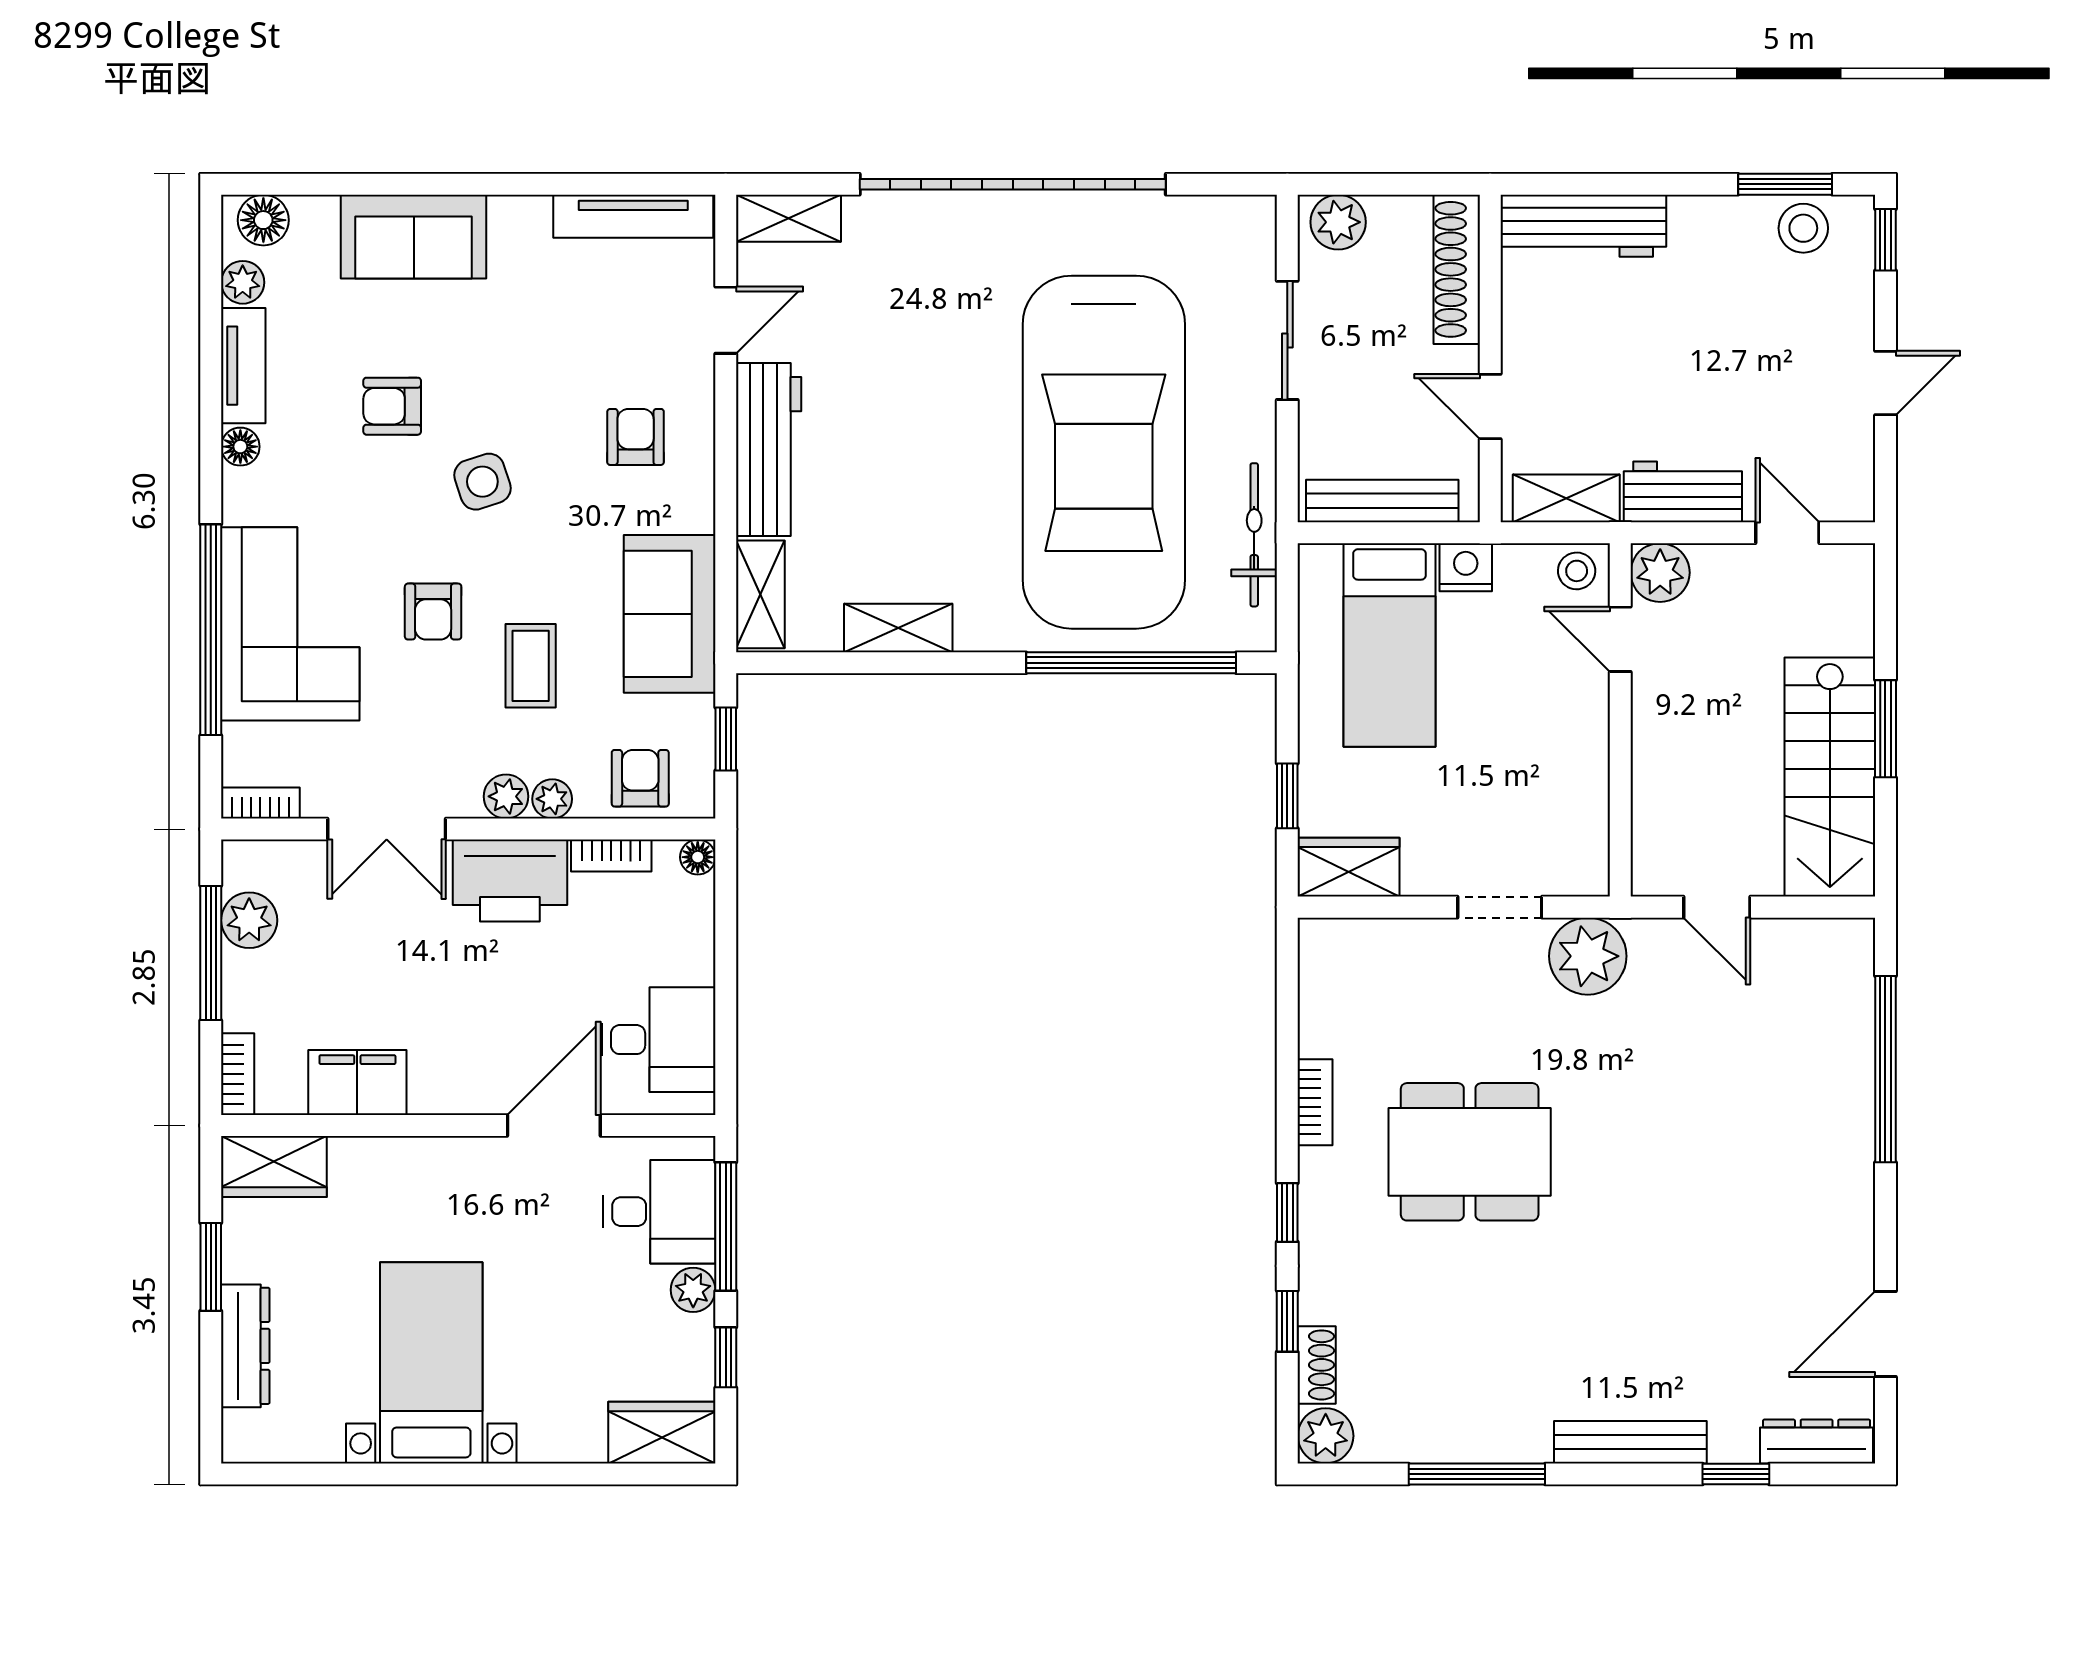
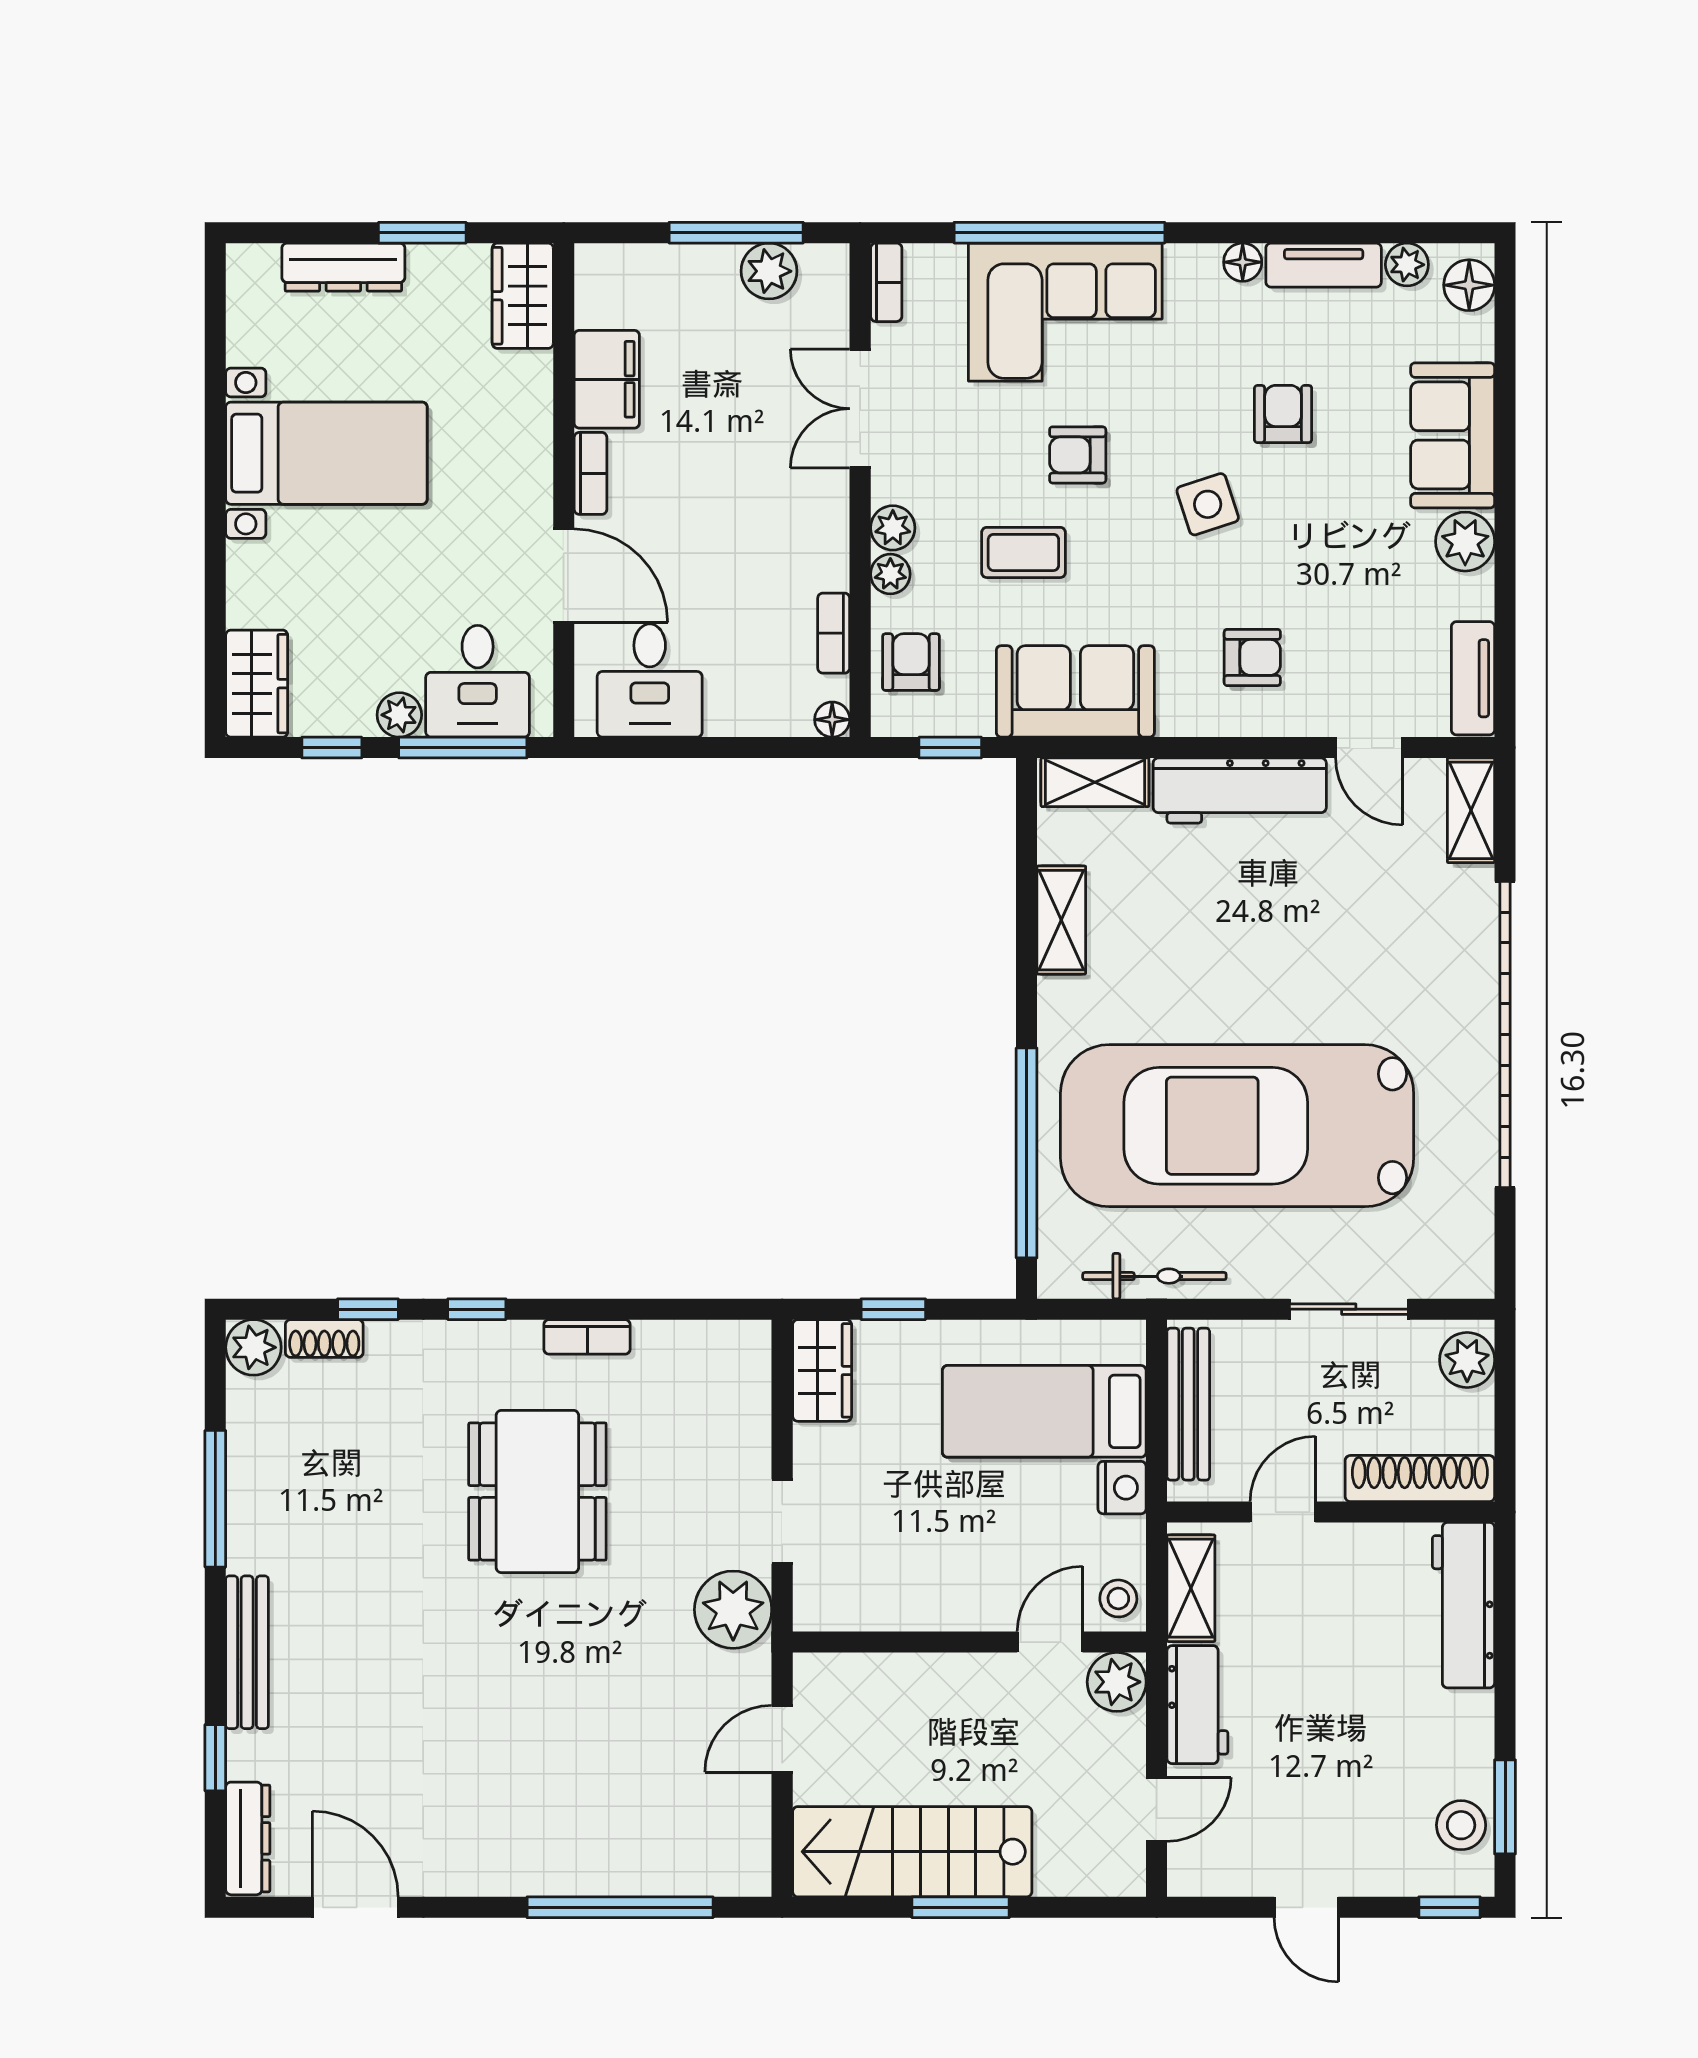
tv unit: (633, 216) -> (1473, 678), width x0.71
plant: (520, 224) -> (1465, 542), added
armchair: (640, 778) -> (911, 662), turned -90
printer: (510, 881) -> (809, 532), removed
bookcase: (238, 1074) -> (591, 473), moved, turned -90

